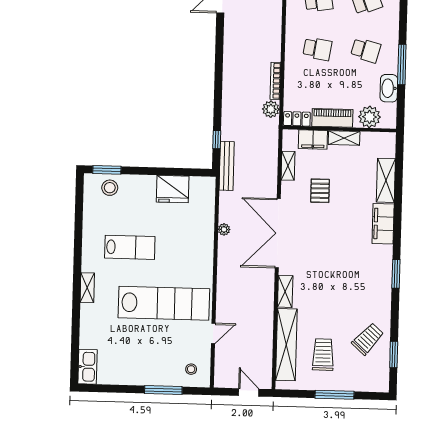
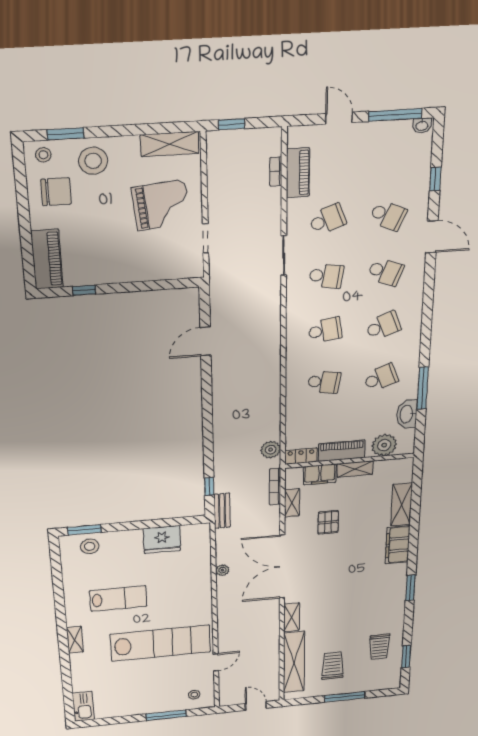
school desk: (366, 50) -> (381, 378), turned -36
bookcase: (275, 81) -> (275, 487), moved
bench: (227, 166) -> (222, 511), width x0.73
trolley: (368, 339) -> (379, 647), turned 138

